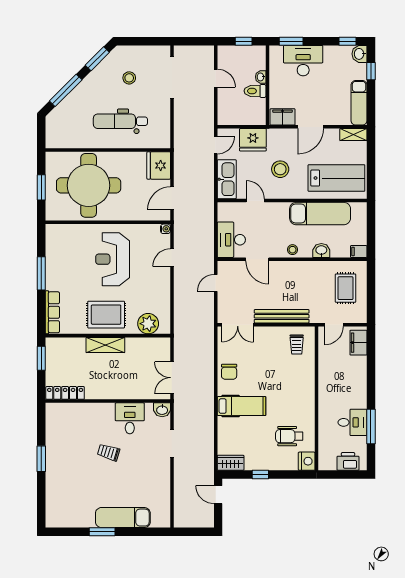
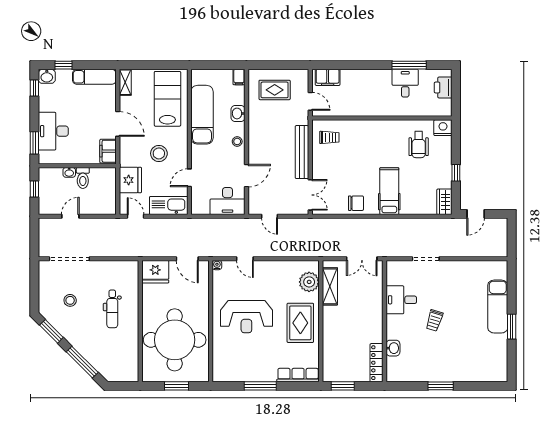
dental chair: (120, 121) -> (112, 309), width x0.73, depth x0.72
shelving: (105, 345) -> (330, 286), moved
washbasin: (162, 410) -> (393, 348), moved

